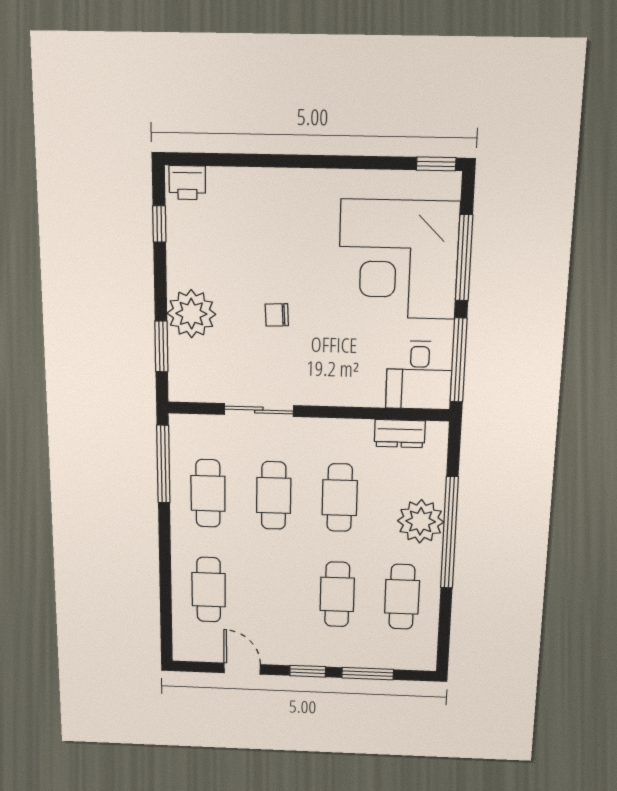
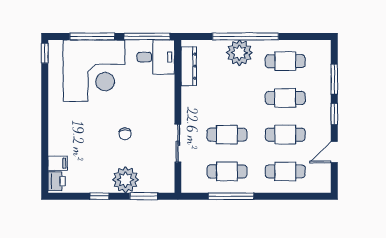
filing cabinet: (222, 185) -> (58, 163), added
window: (159, 224) -> (99, 196), moved
dresser: (400, 434) -> (189, 66), width x1.44
window: (163, 464) -> (231, 196), moved
cafe table: (340, 498) -> (285, 135), moved

